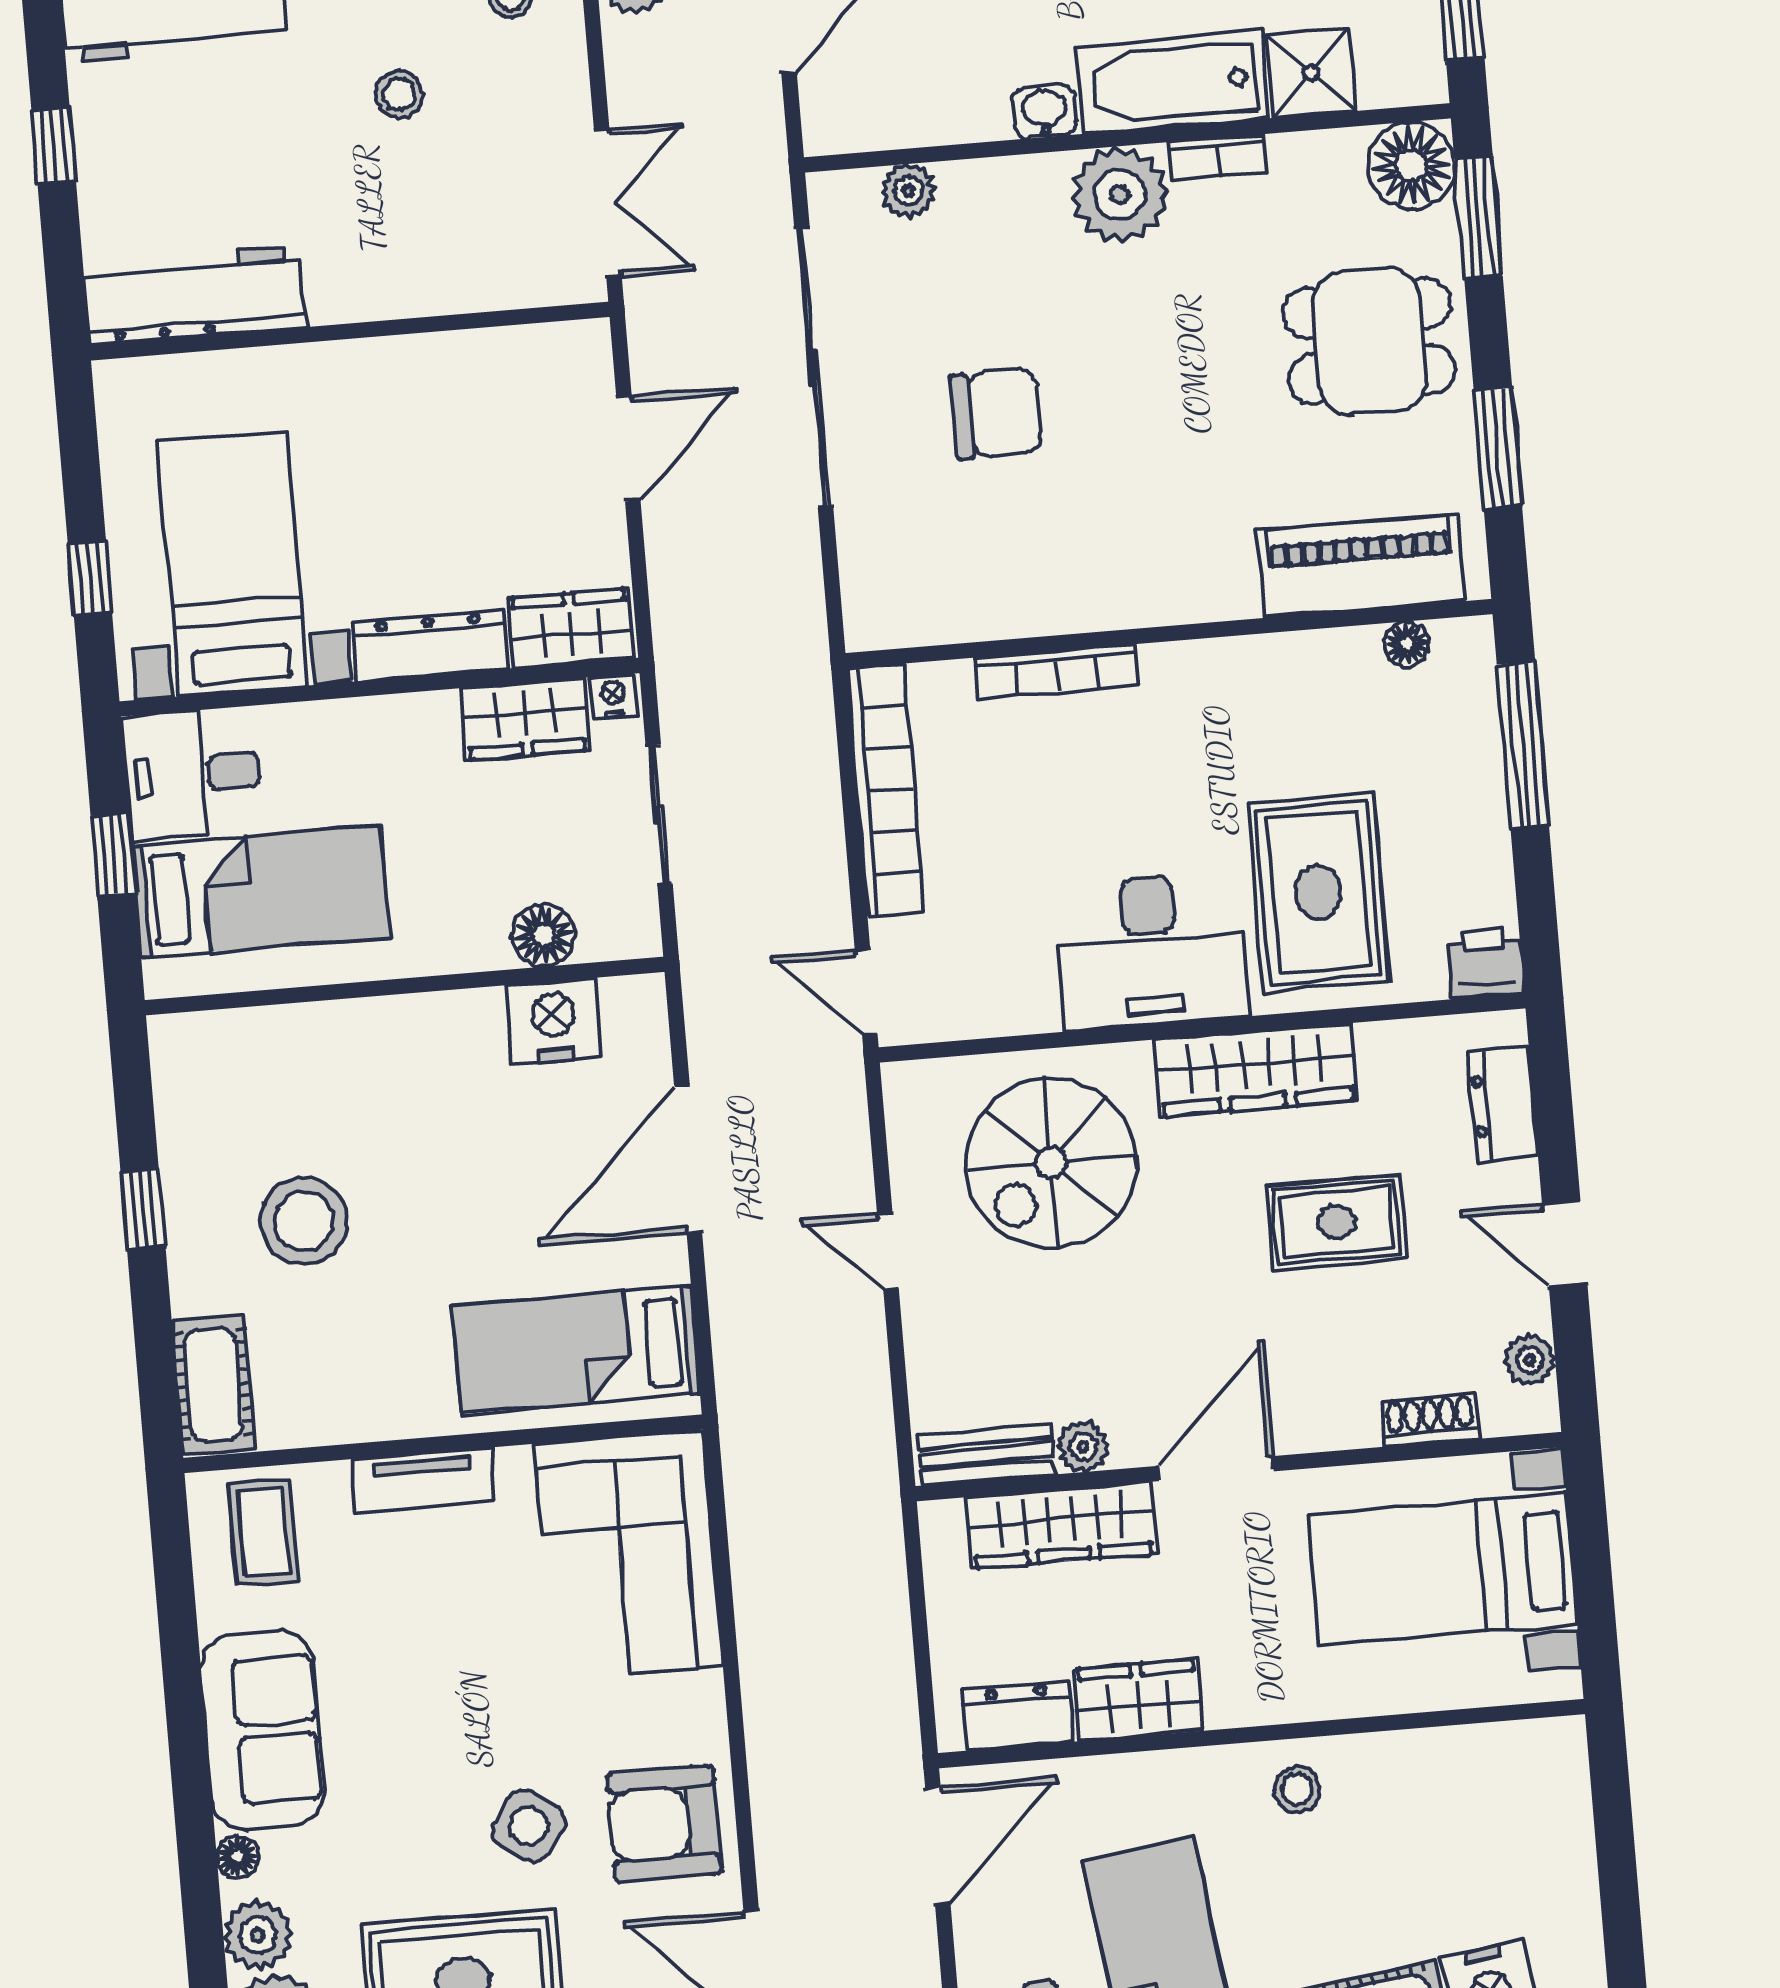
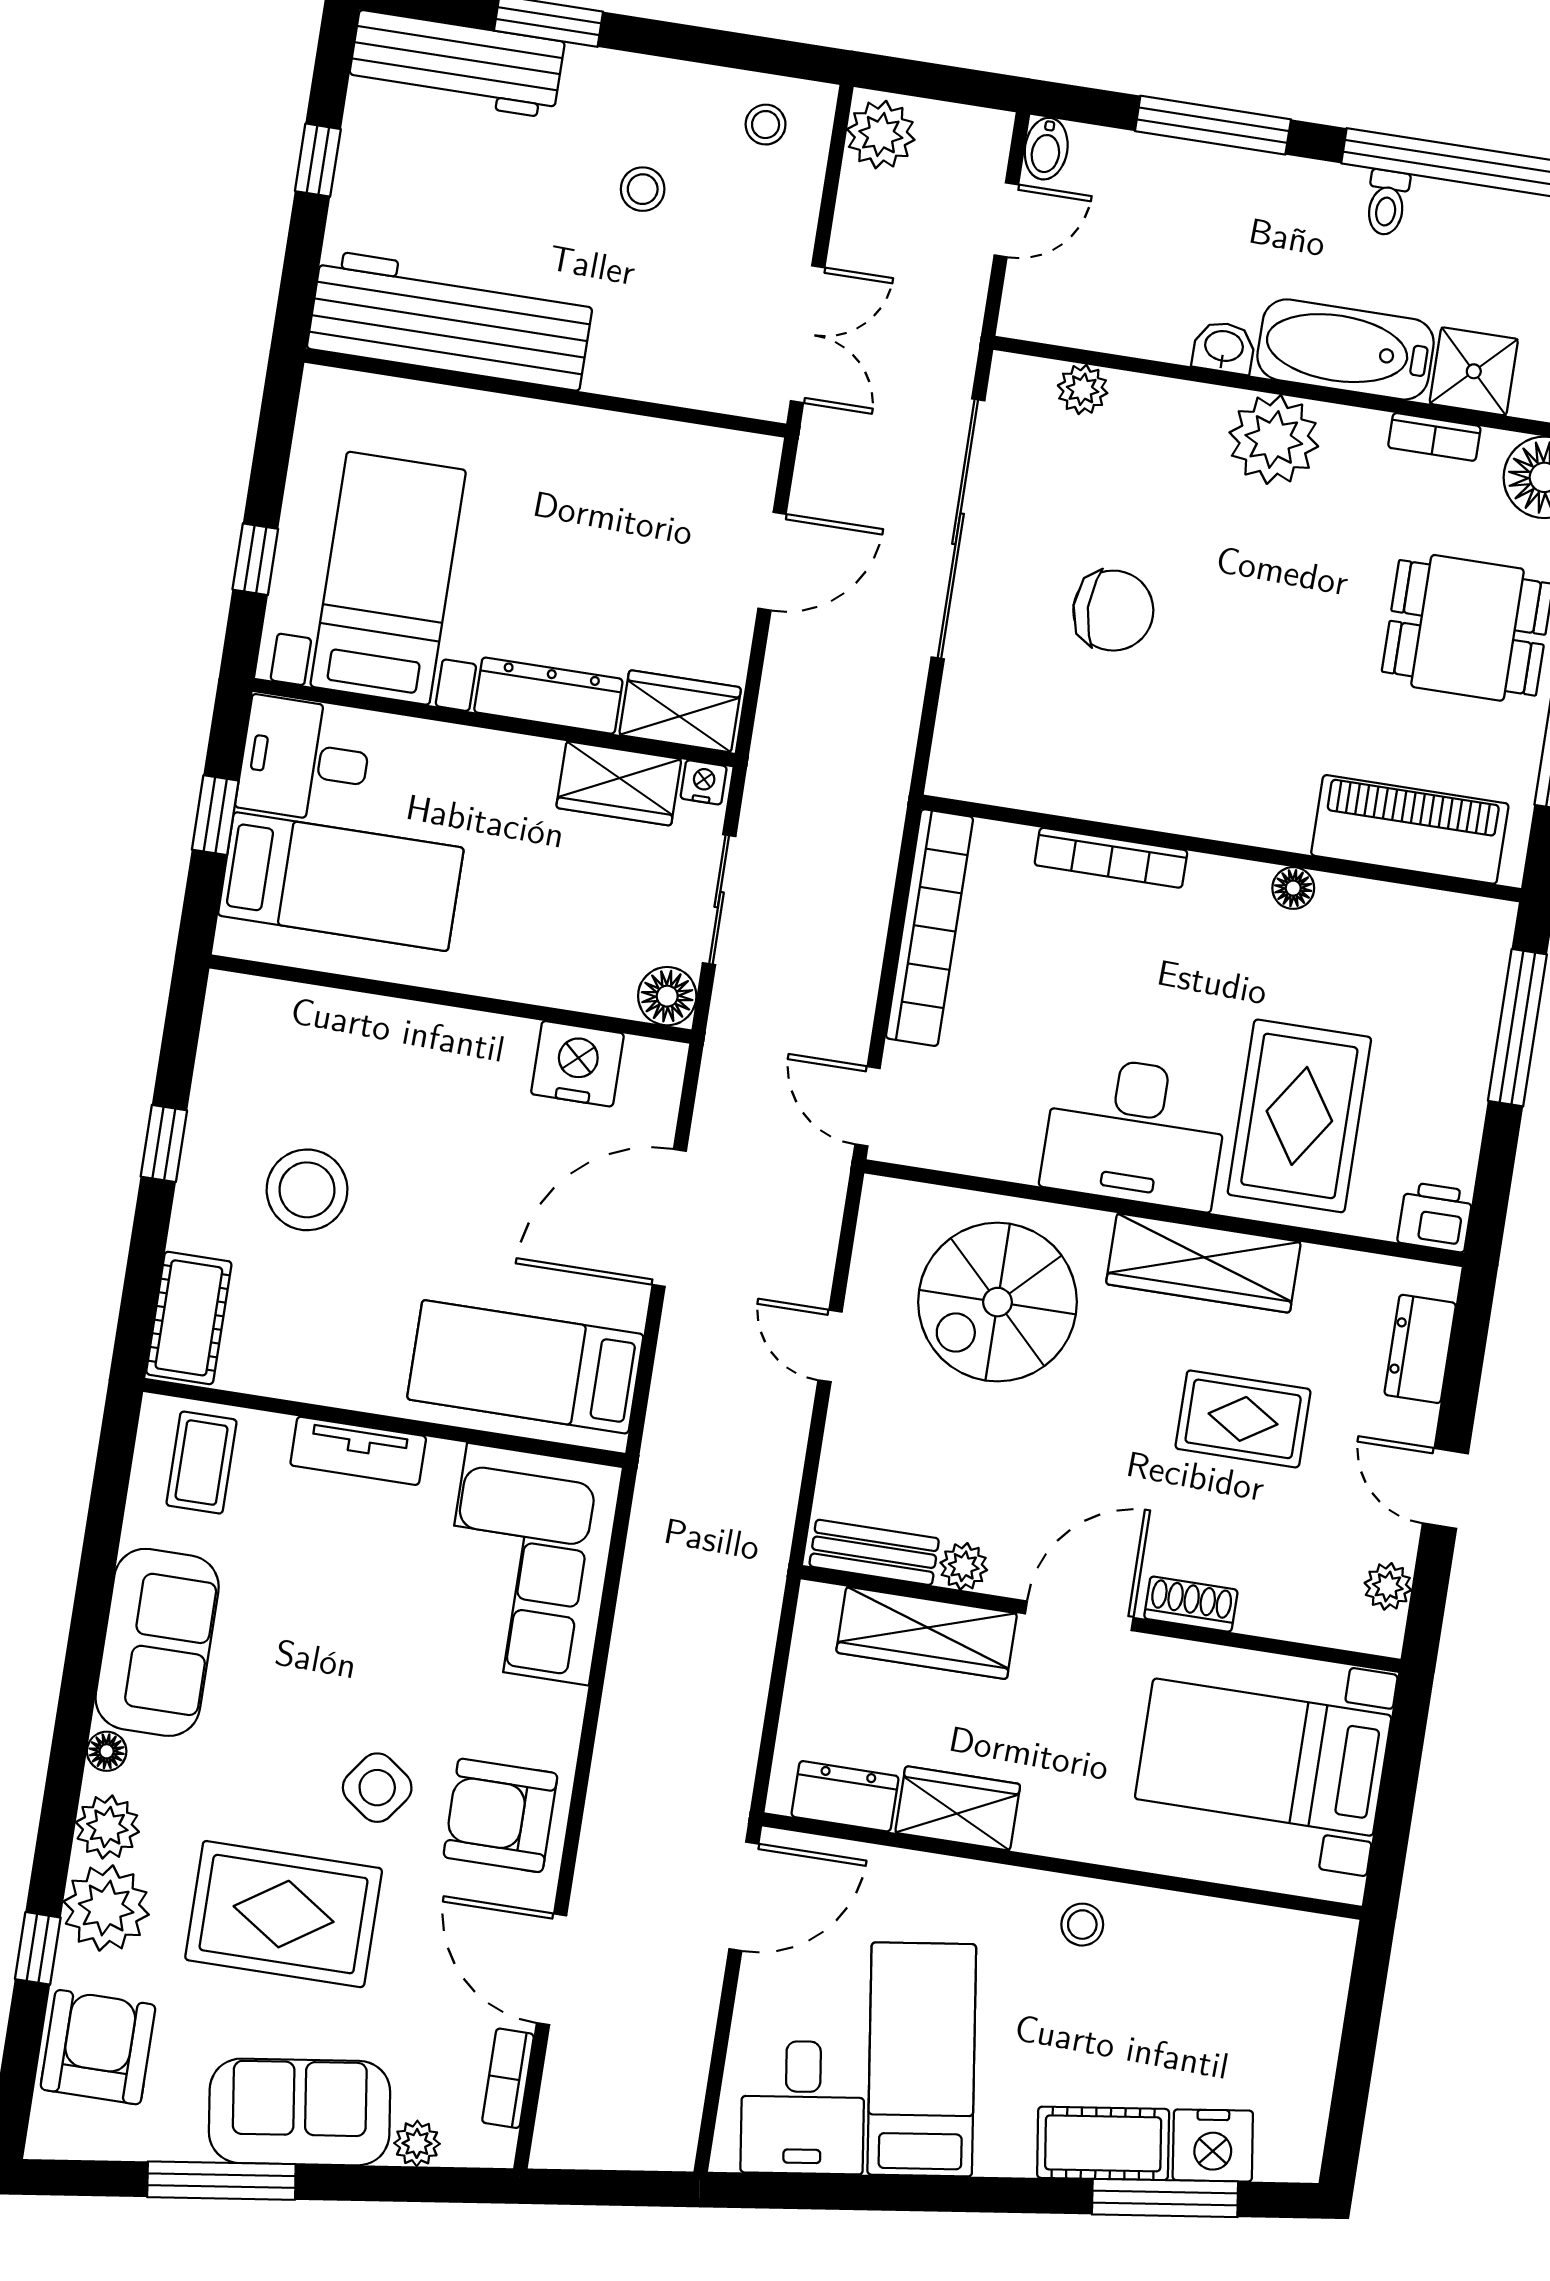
bookcase: (1218, 157) -> (1434, 437), moved
workbench: (194, 296) -> (451, 320), width x1.36, depth x1.32
floor lamp: (1407, 644) -> (1293, 888), moved
floor lamp: (543, 935) -> (667, 996), moved
shoe rack: (1430, 1420) -> (1191, 1604), moved

